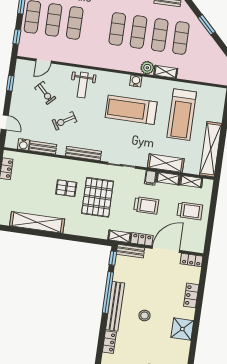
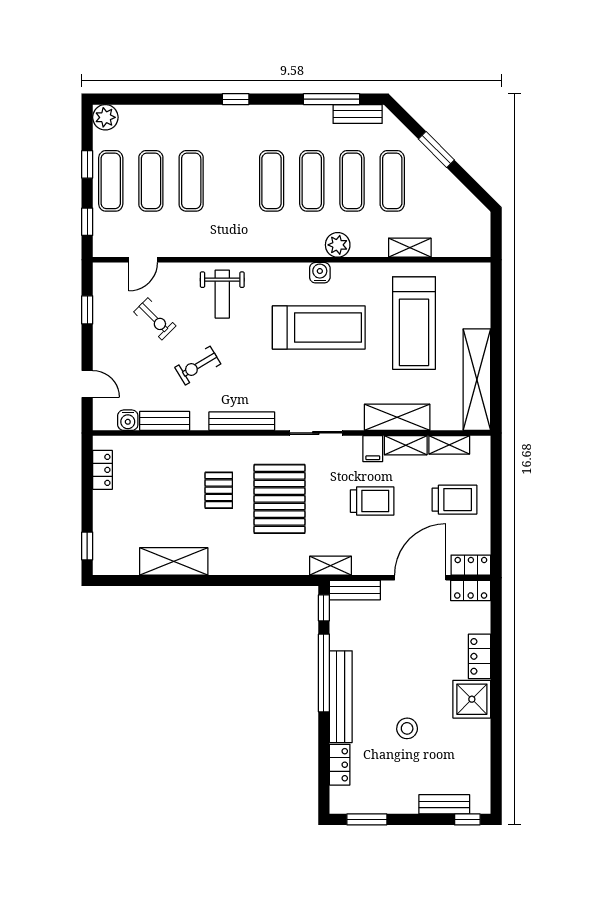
shelving: (166, 72) -> (410, 248), moved
treadmill: (131, 110) -> (319, 327), turned 180
pallet: (66, 188) -> (219, 490), turned 90
shelving: (37, 222) -> (174, 561), width x0.68
locker: (142, 239) -> (471, 565), moved
stool: (145, 316) -> (407, 728), moved
shower: (182, 329) -> (472, 699), moved

